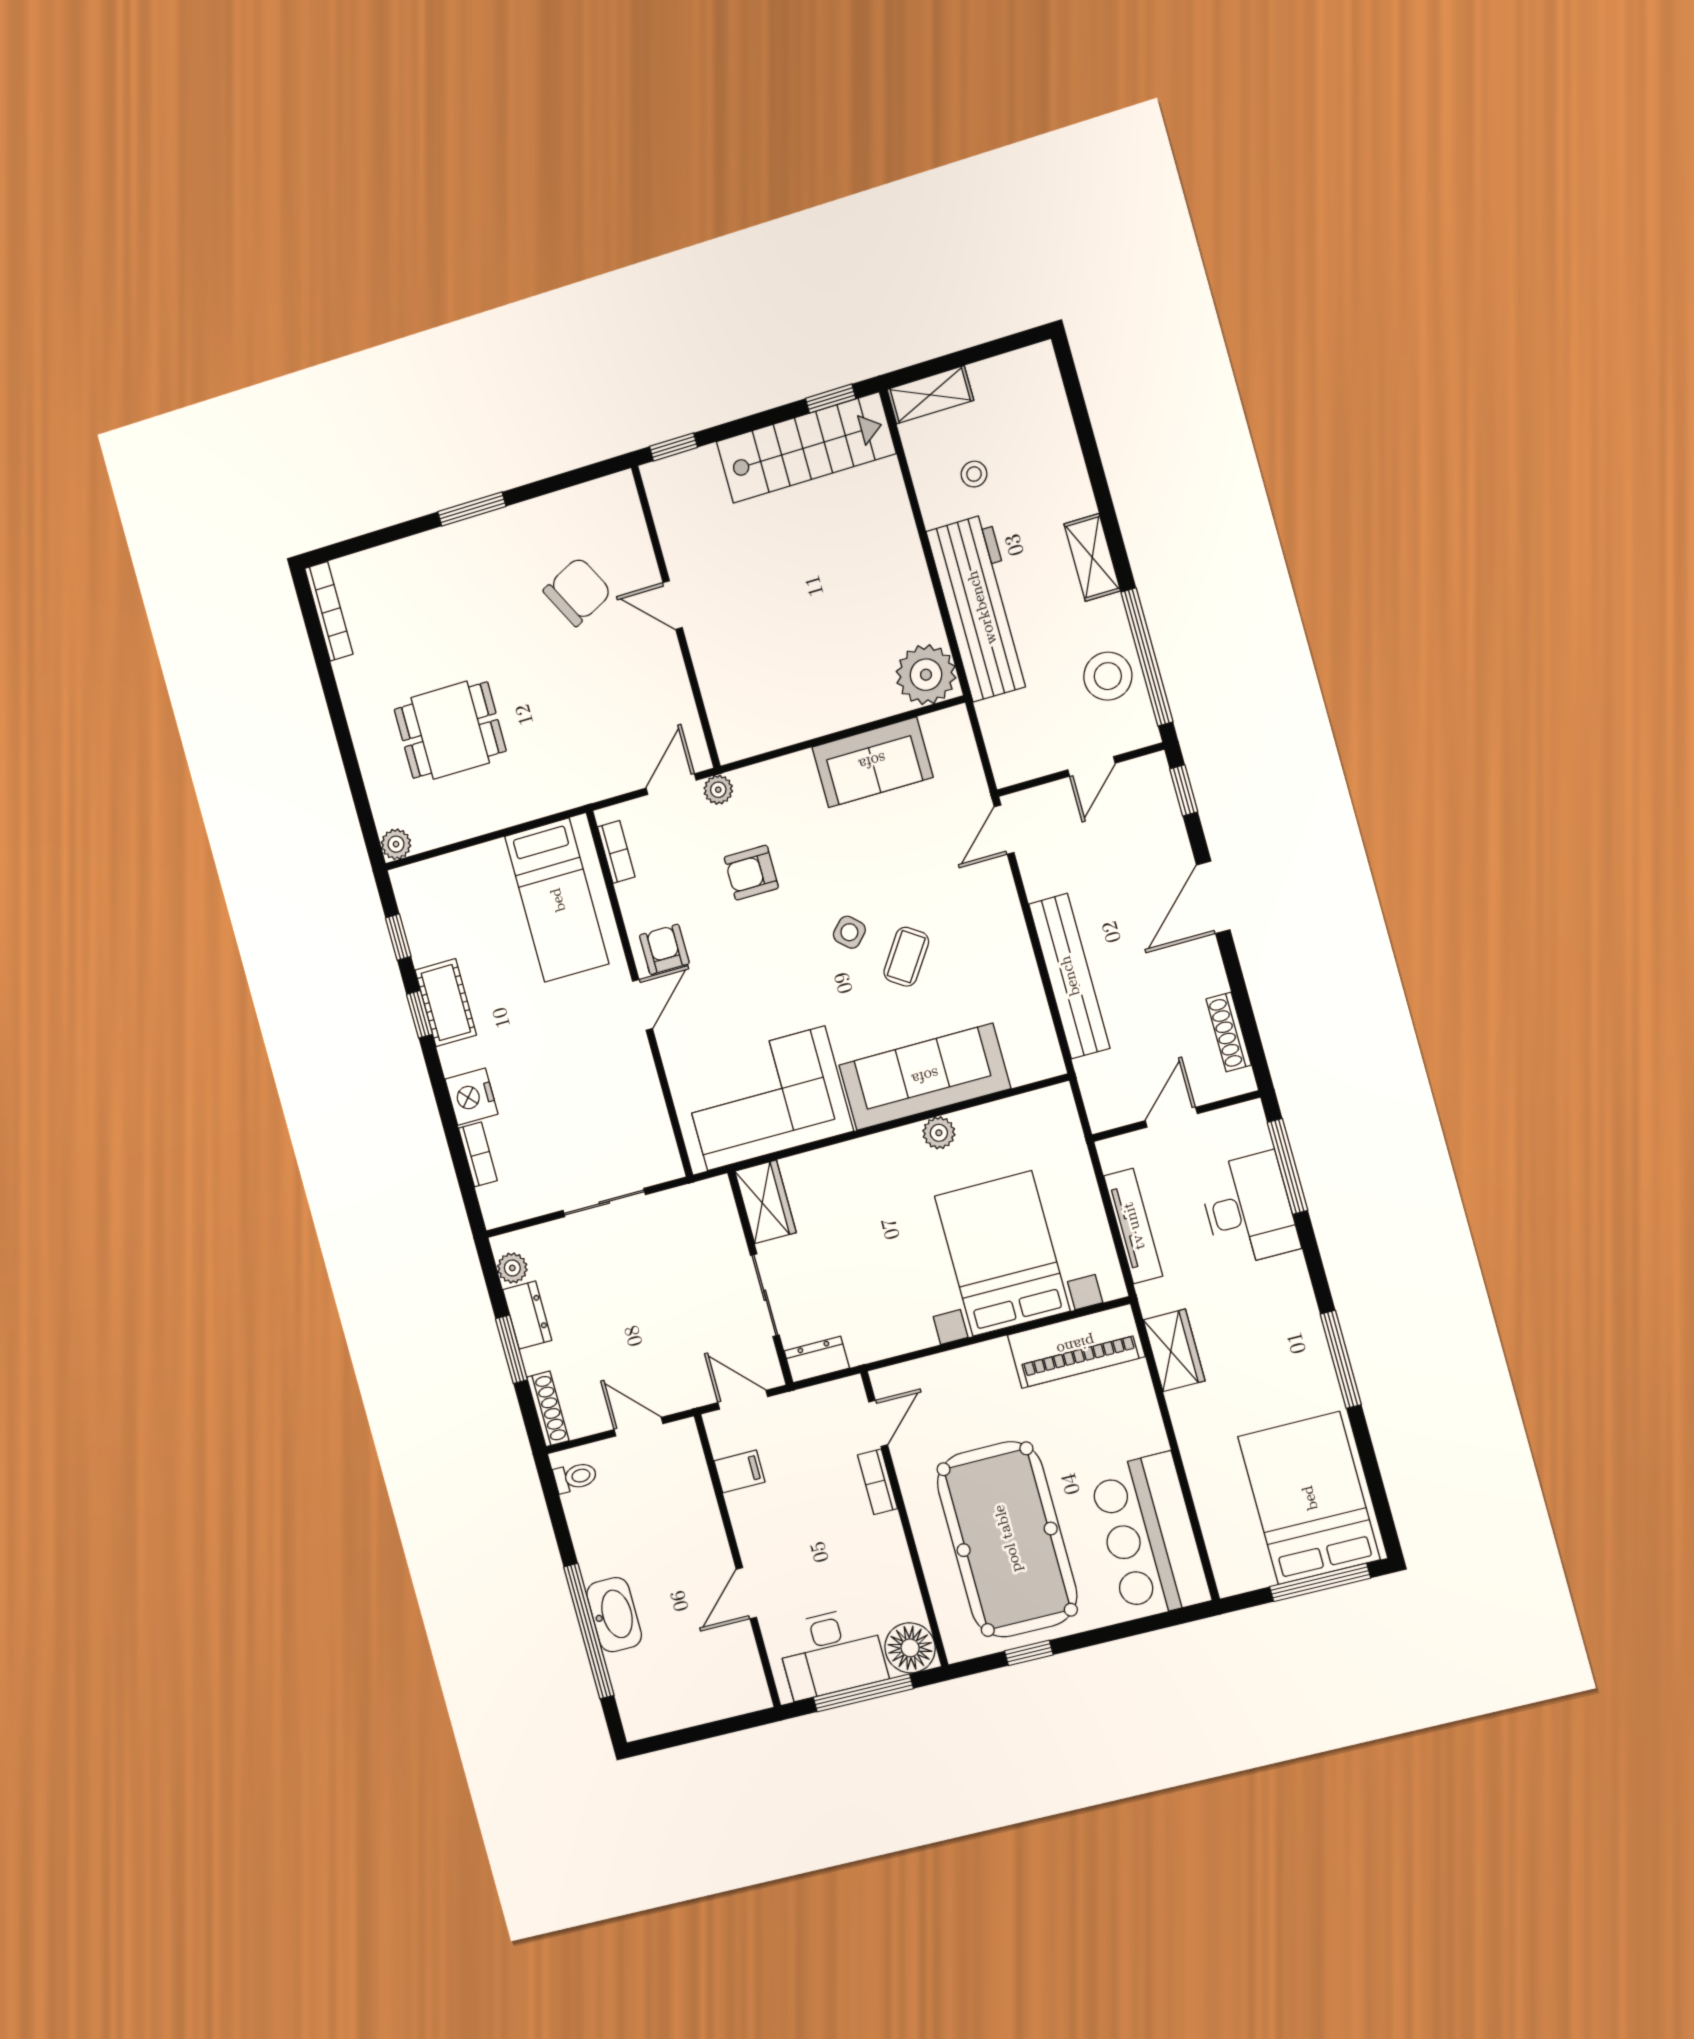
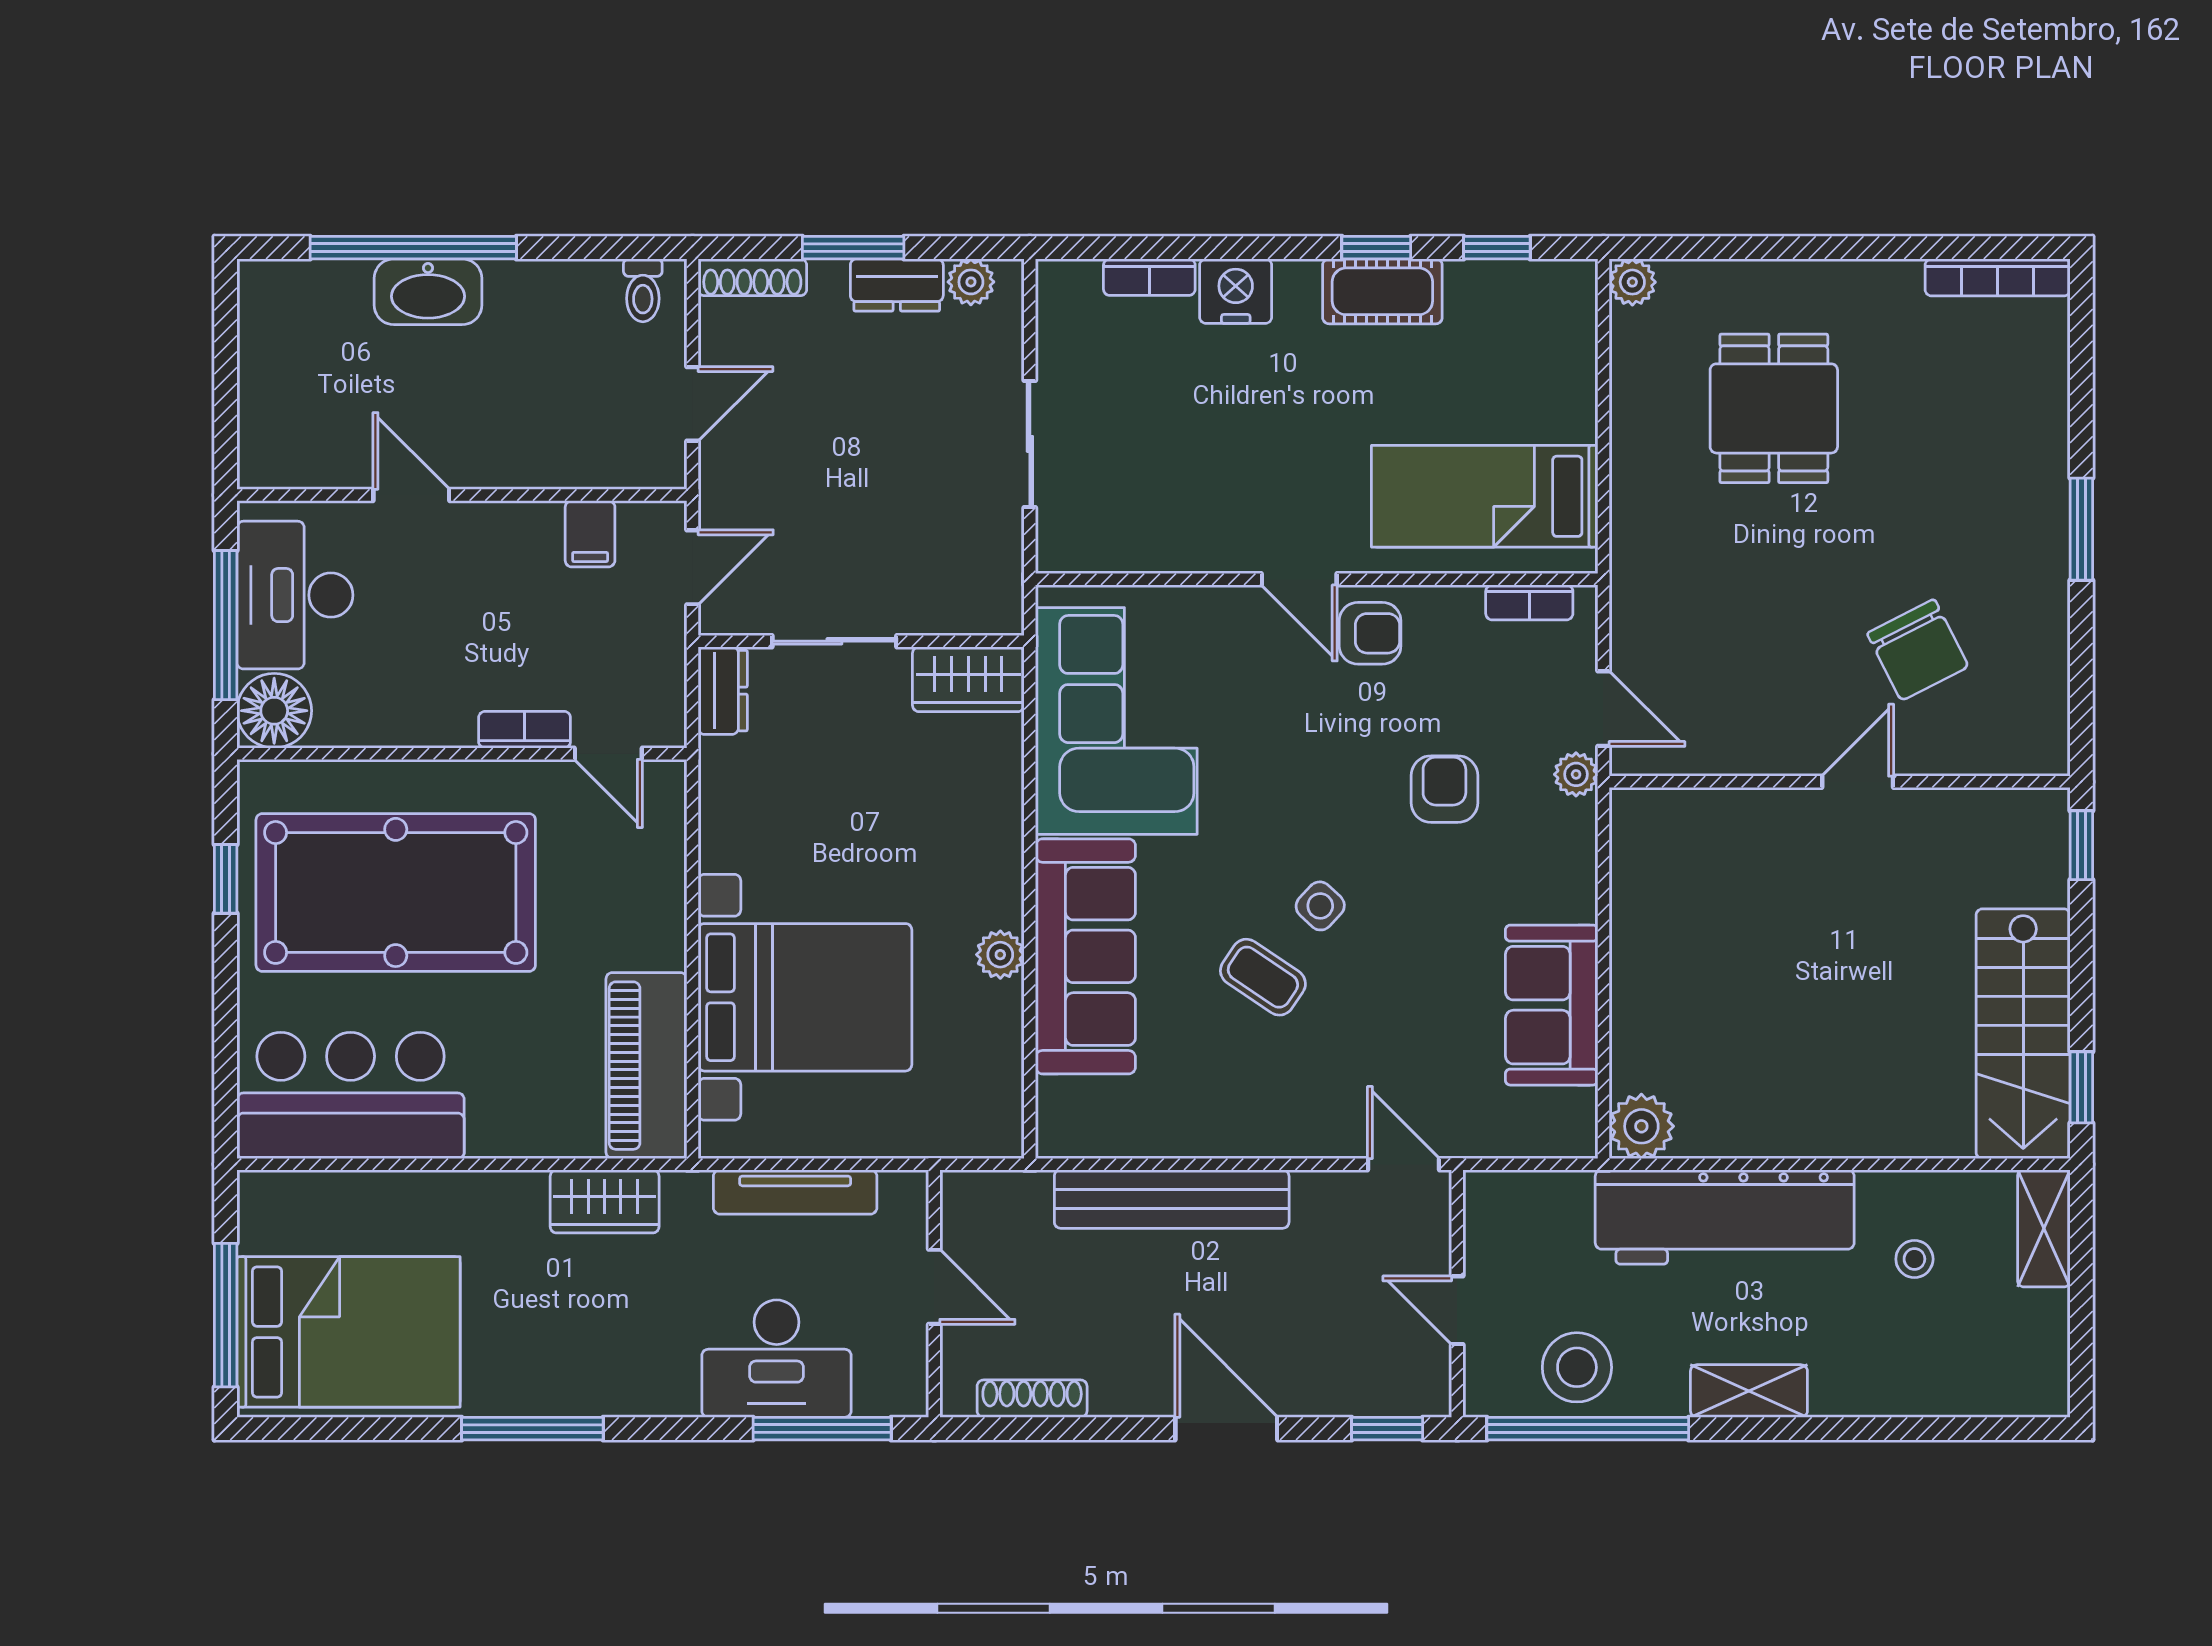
plant: (926, 675) -> (1641, 1126), width x0.73, depth x0.73

